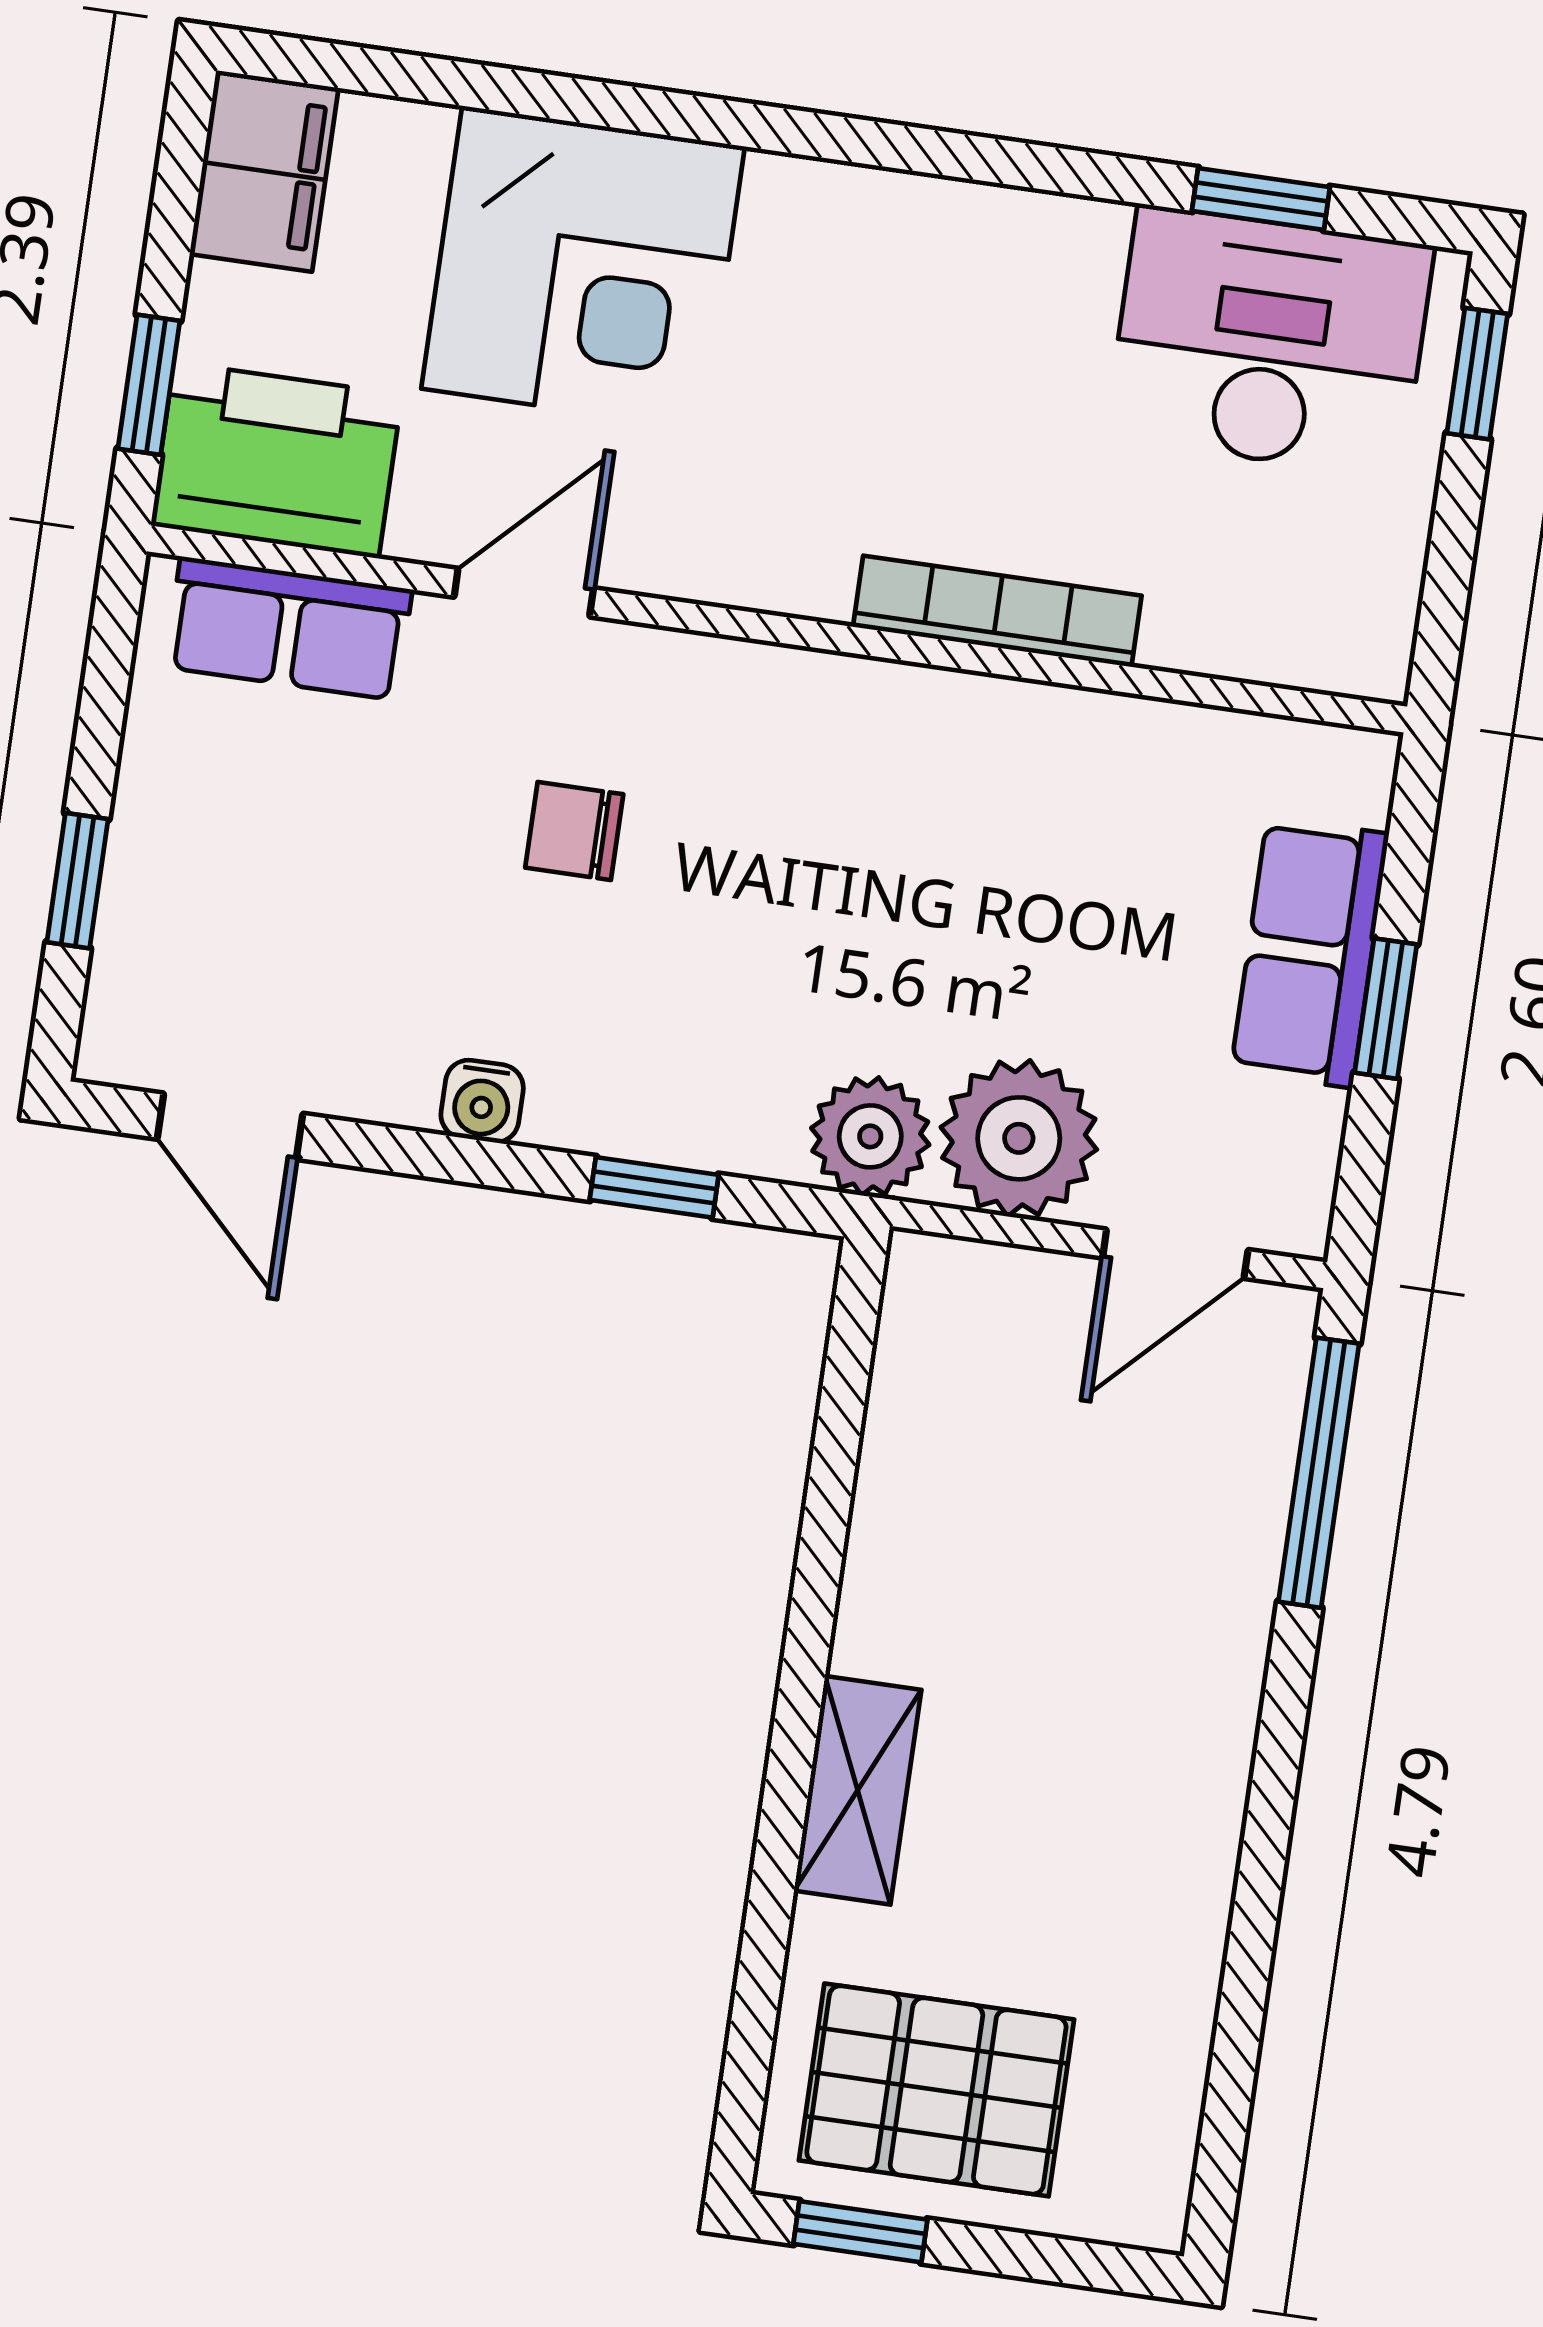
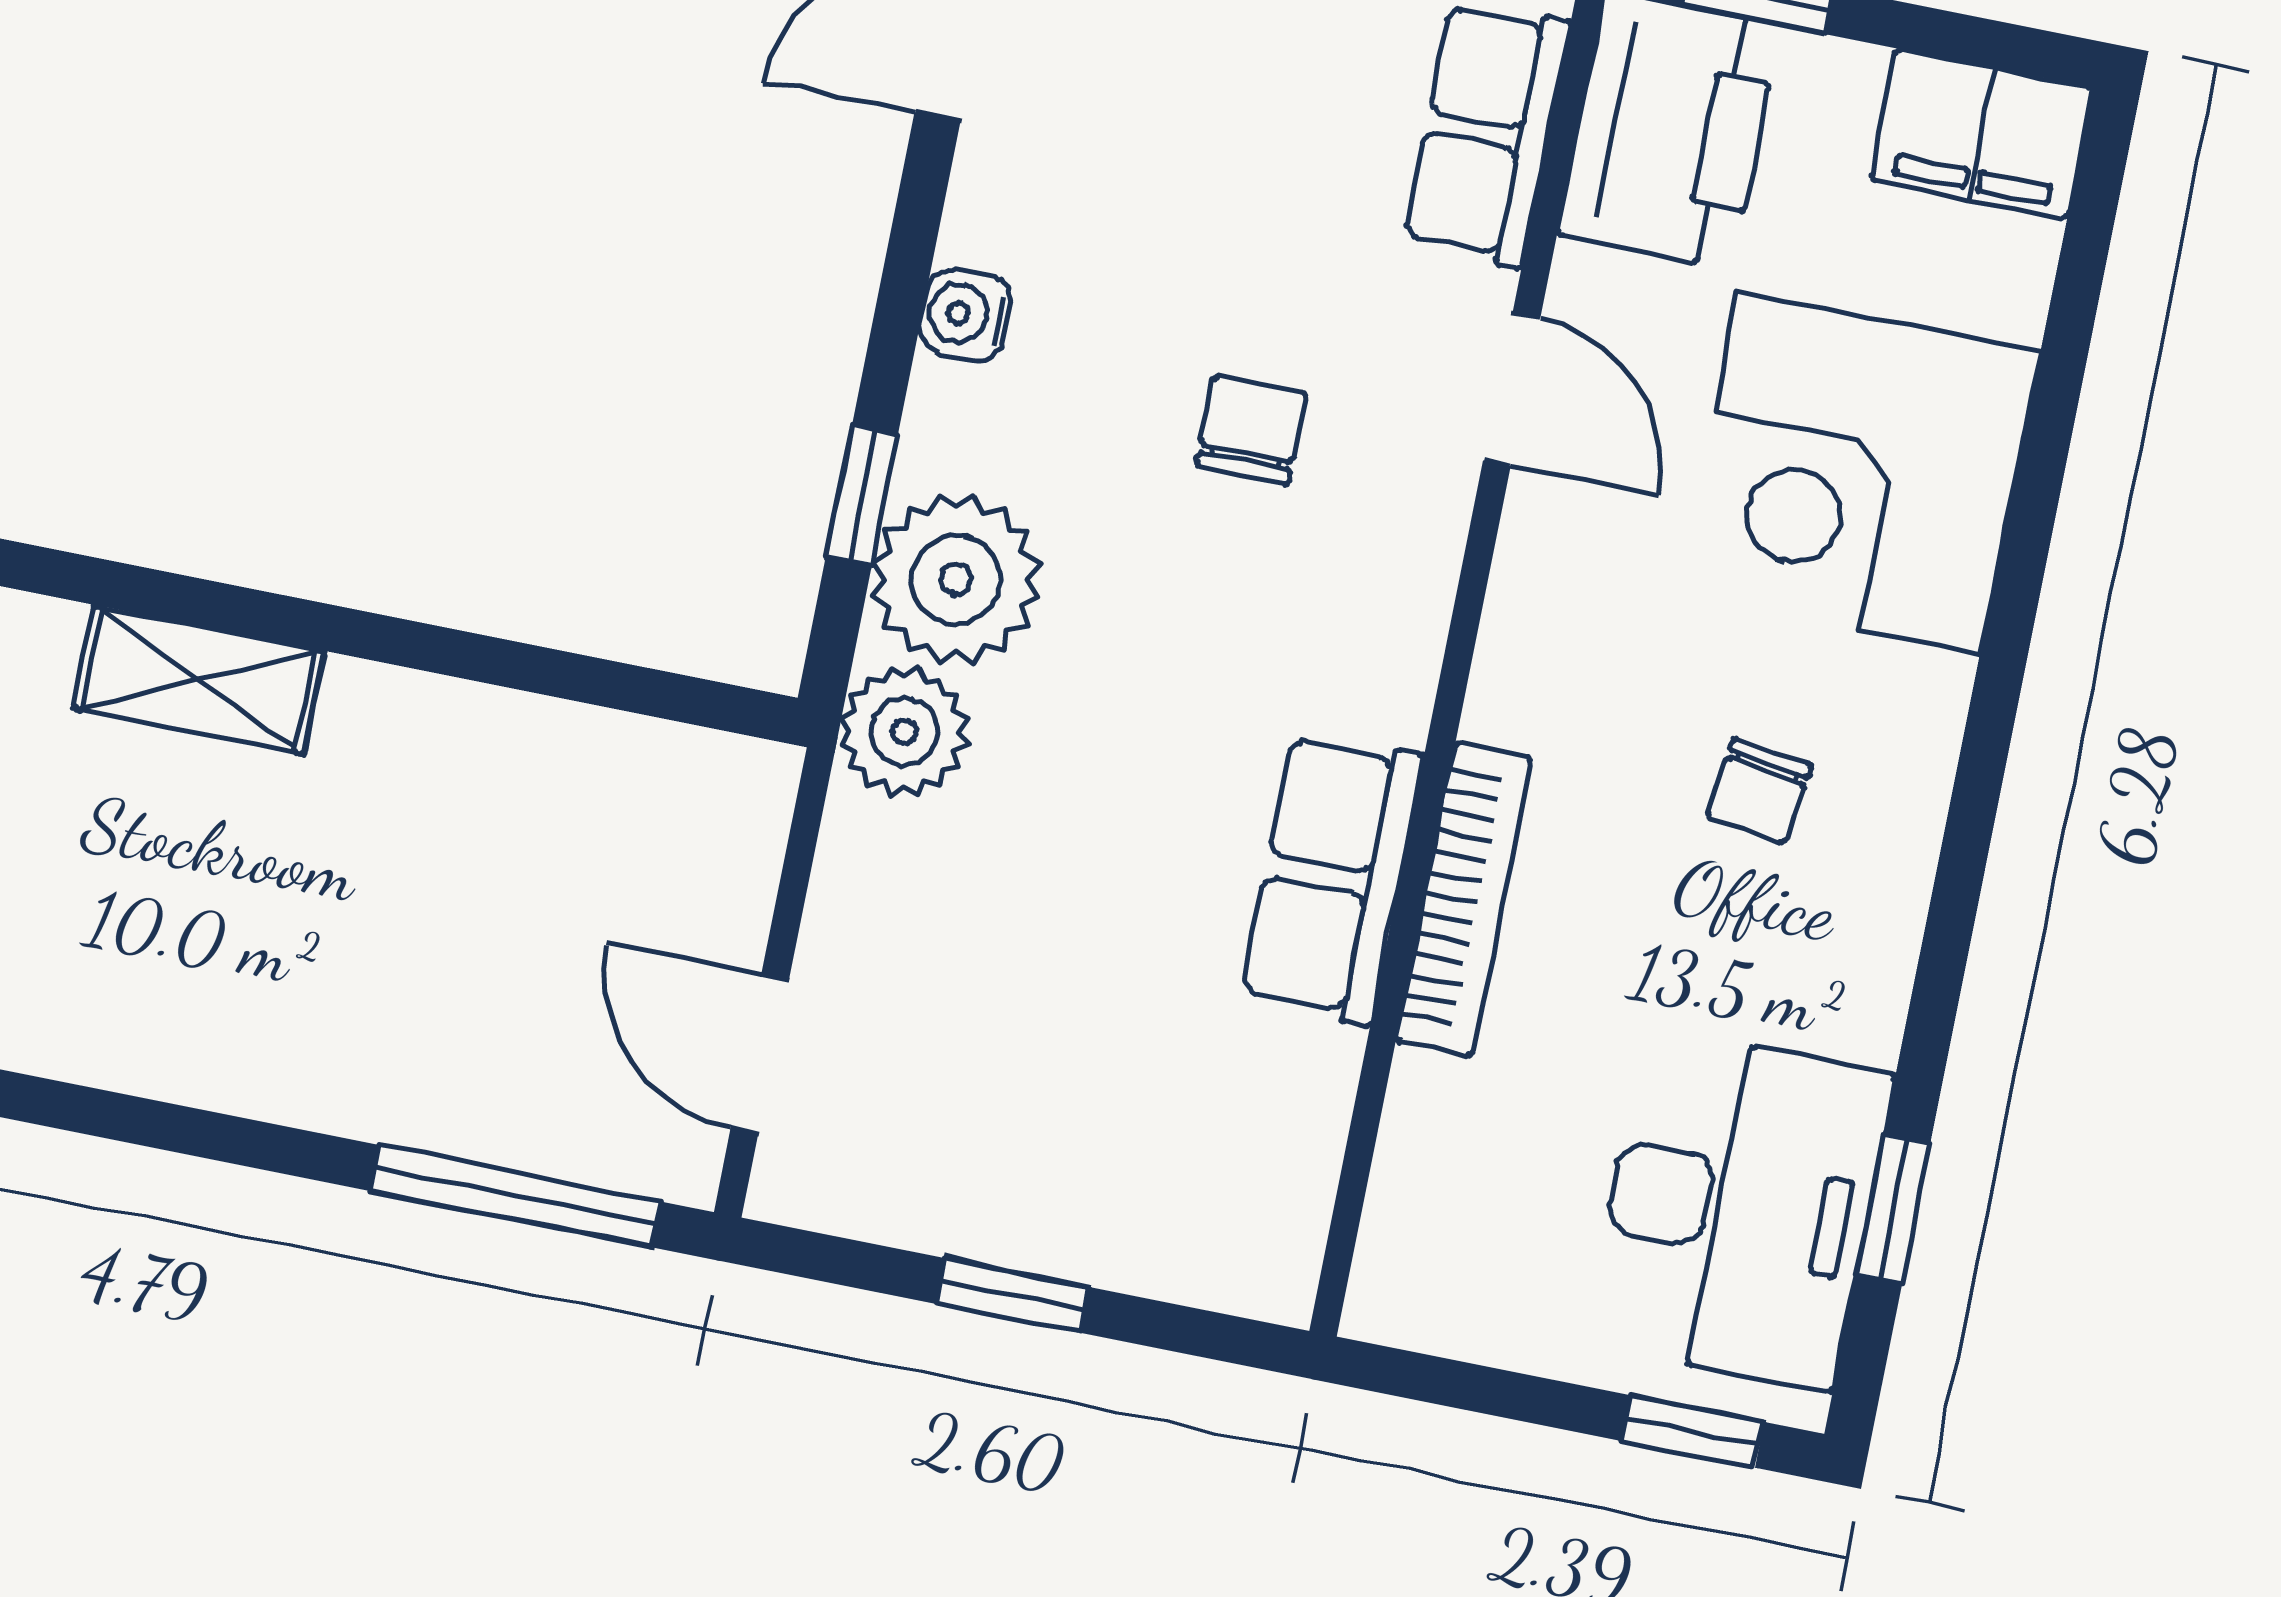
chair: (882, 344) -> (1759, 791), added
row of seats: (1310, 952) -> (1332, 878), moved, turned -90
plant: (1019, 1138) -> (956, 580), moved

